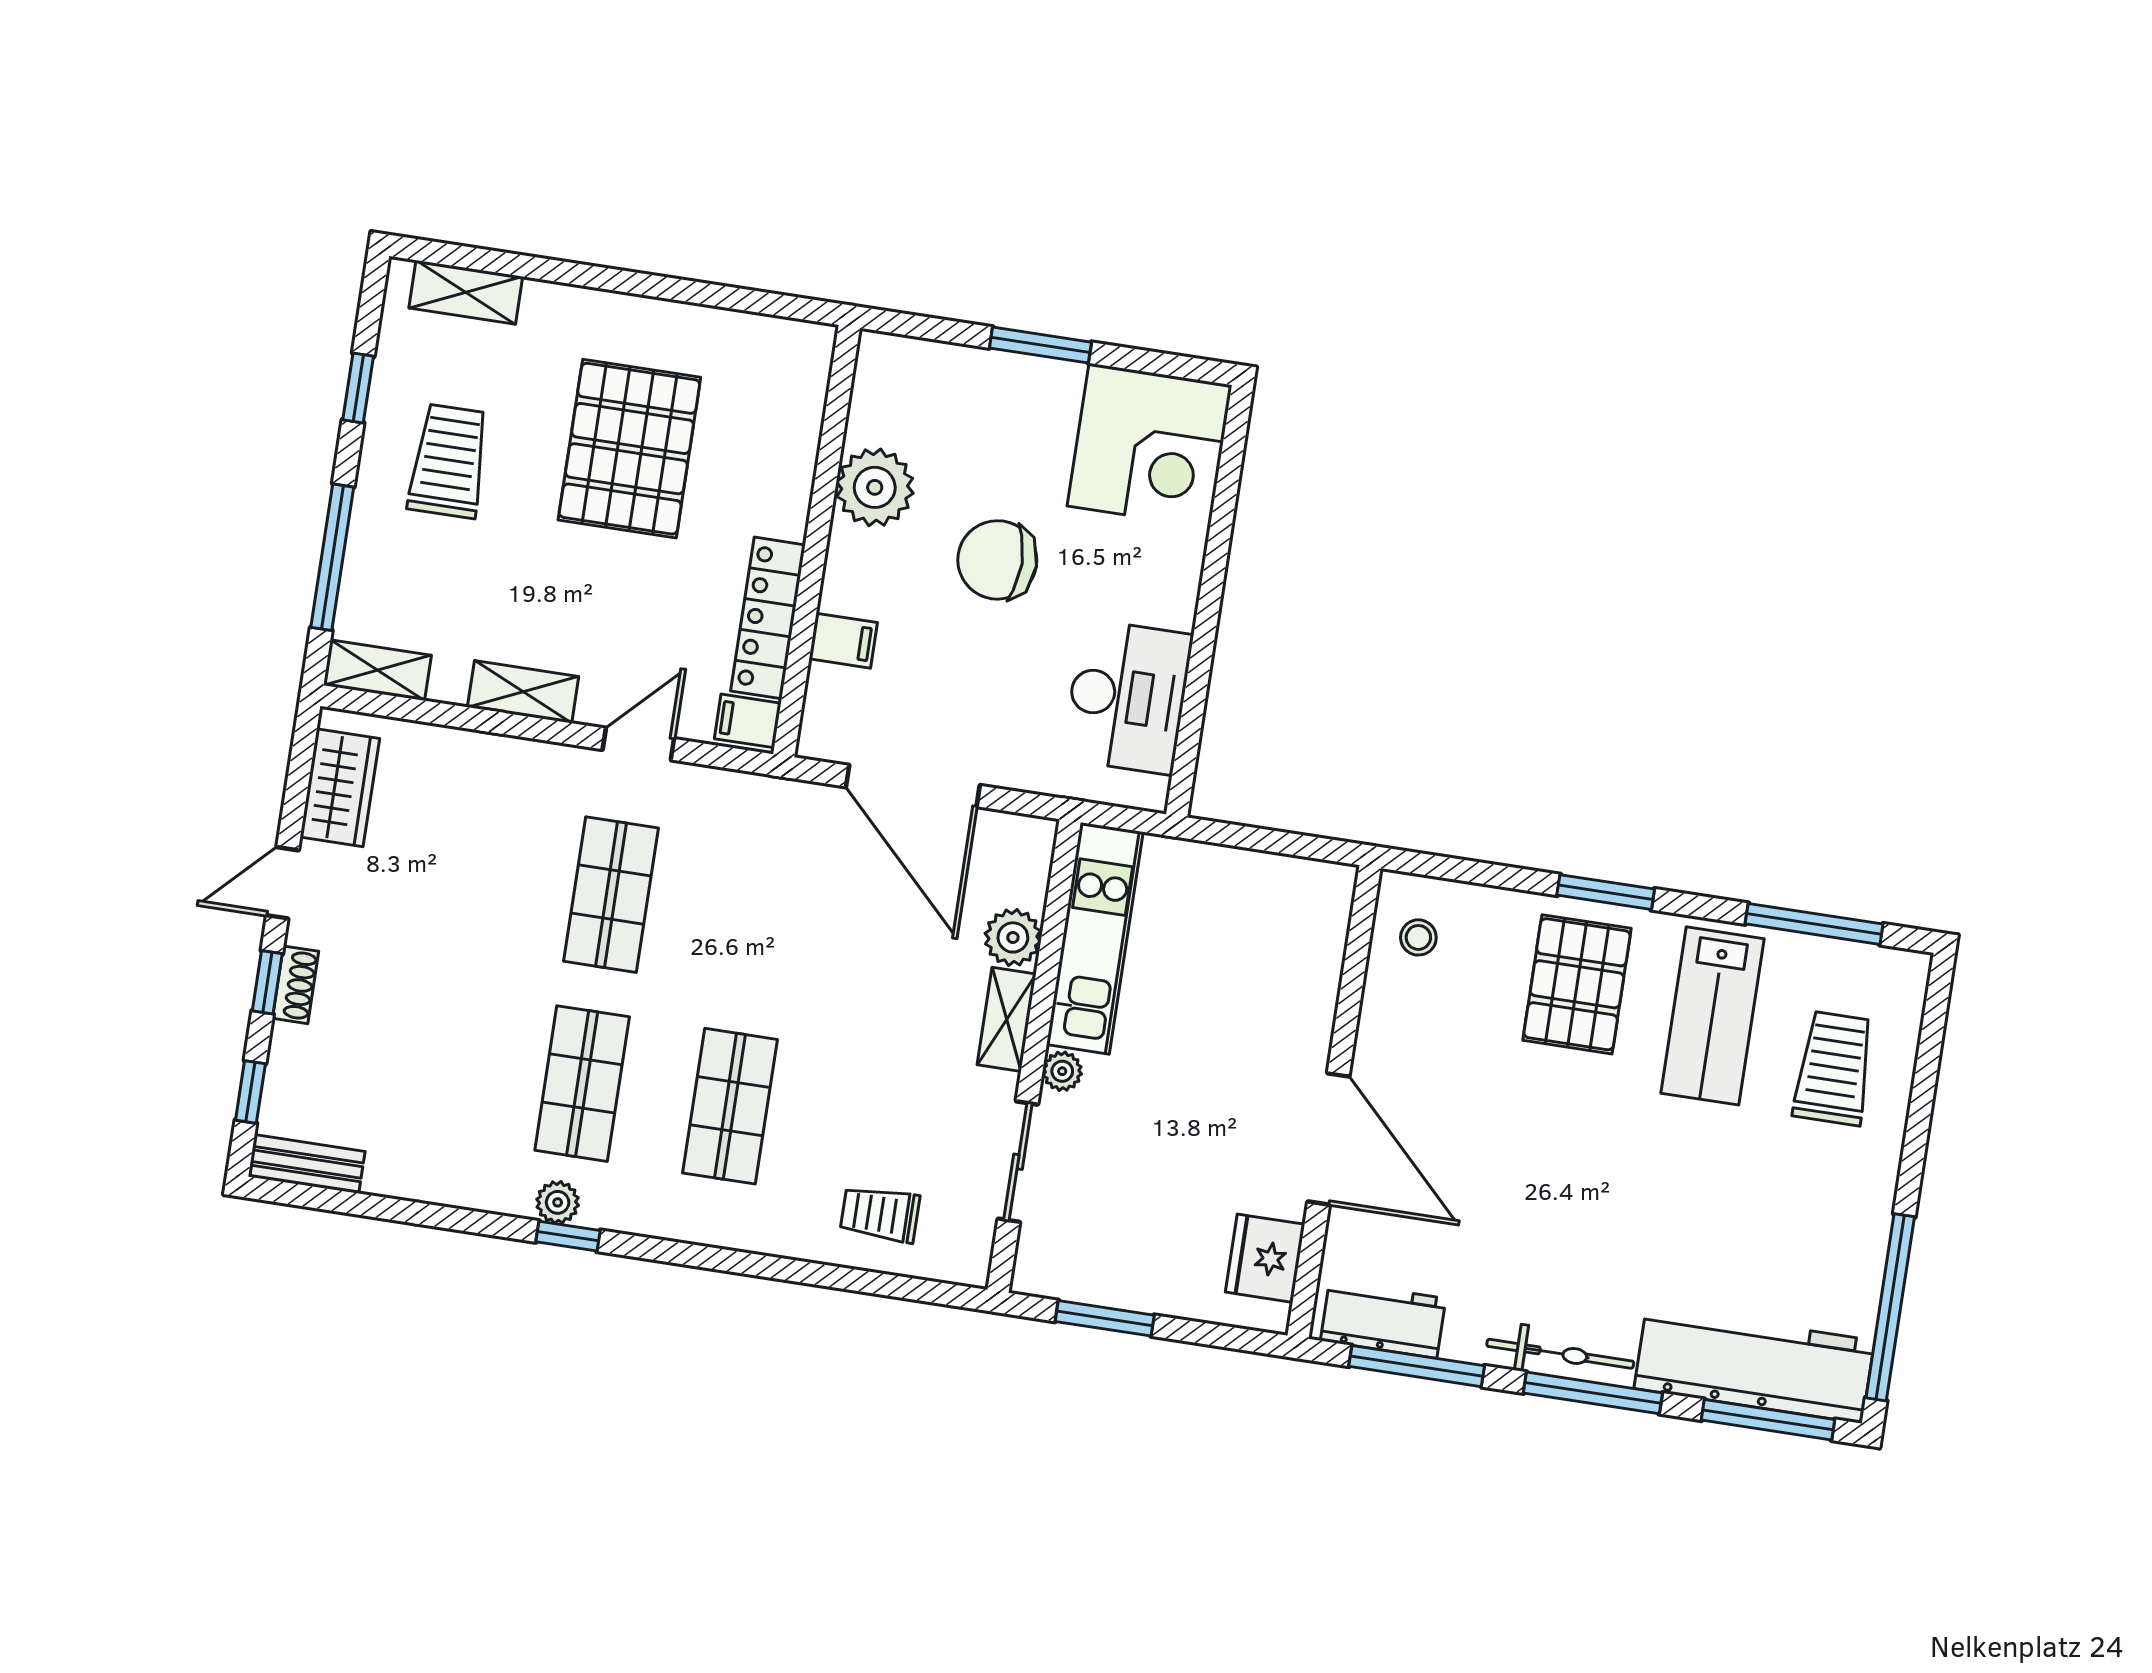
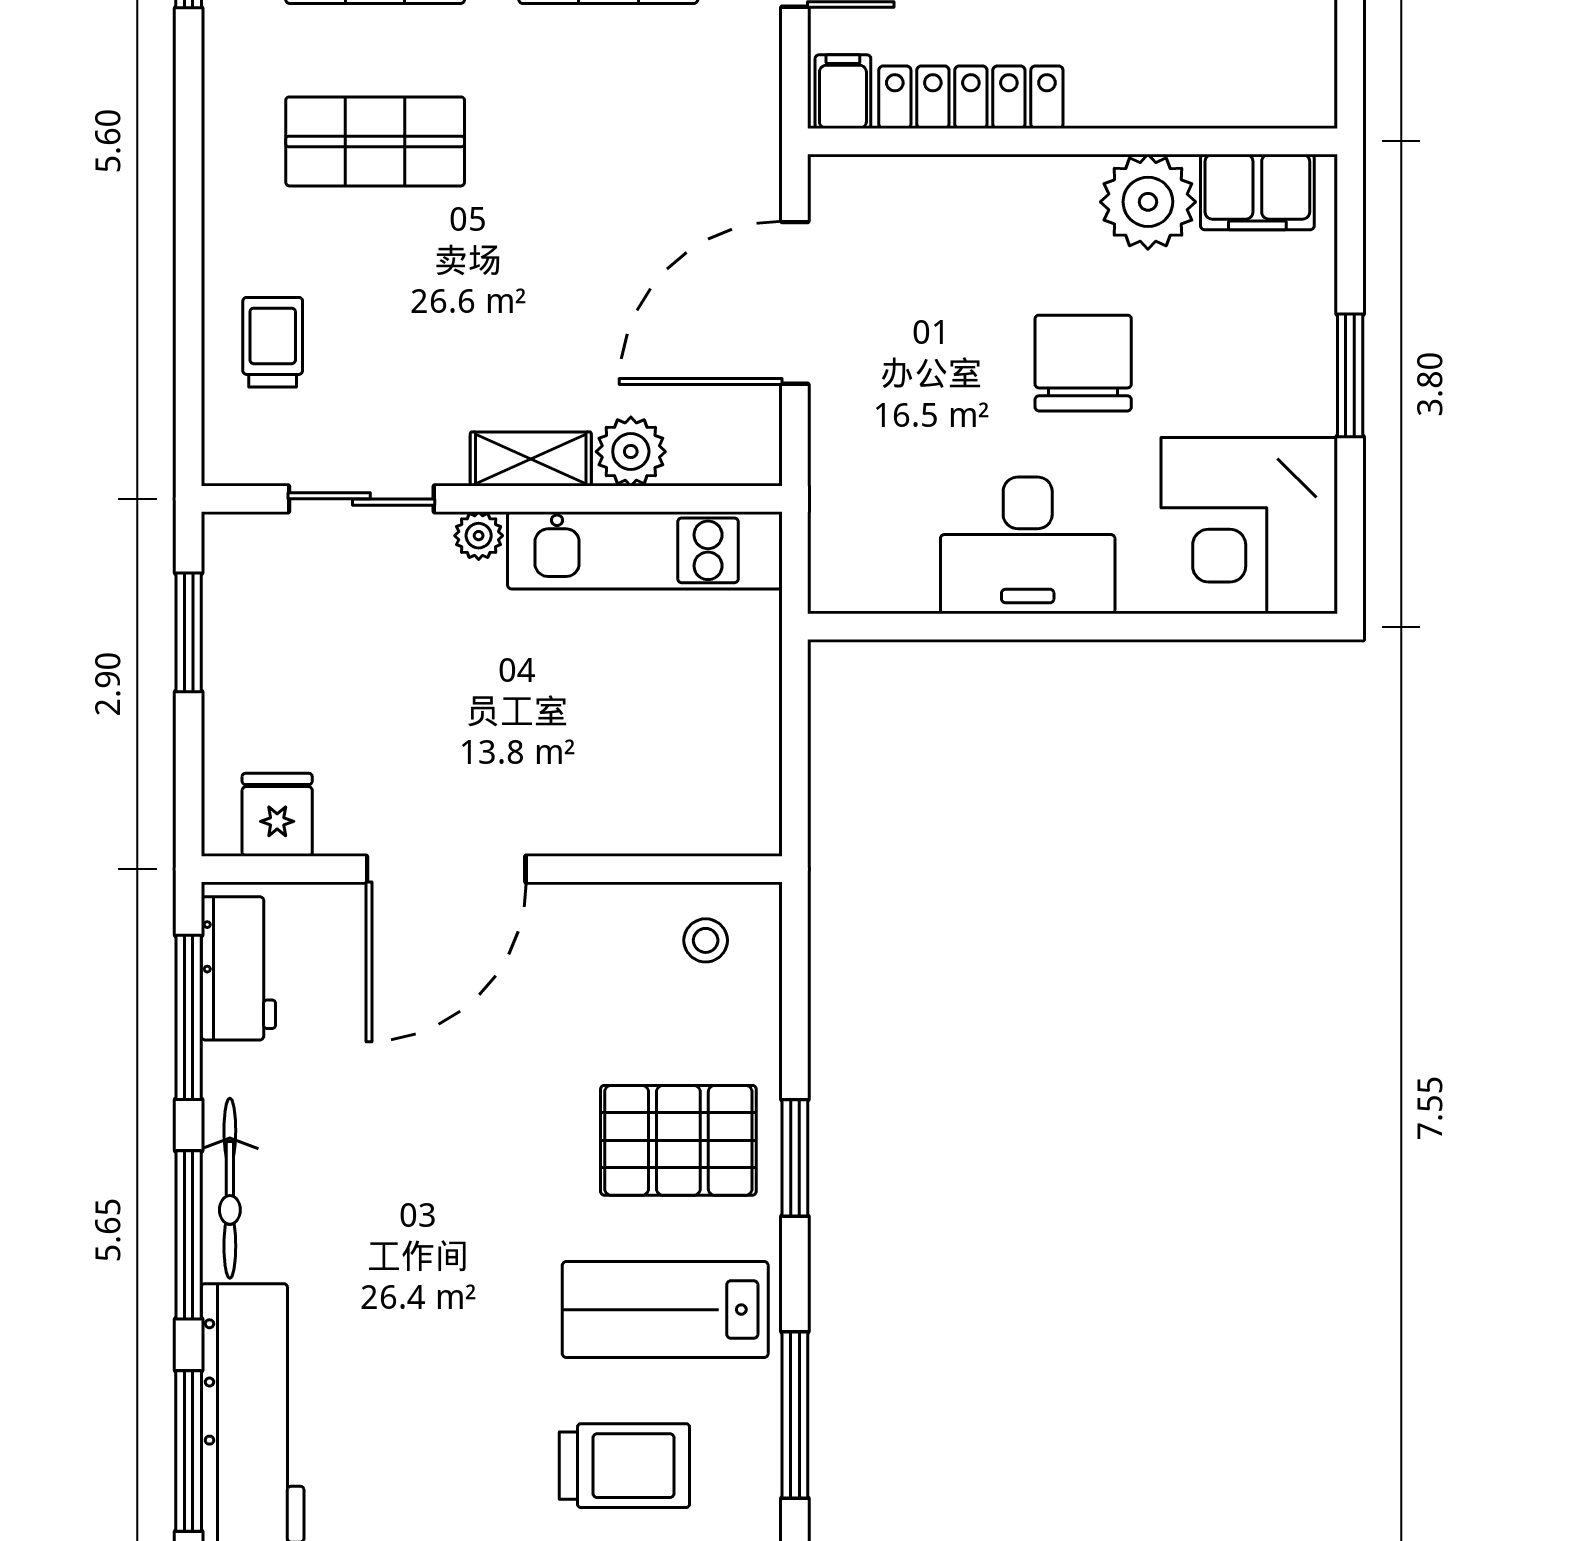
filing cabinet: (843, 641) -> (1257, 192), moved, width x2.00
desk: (1128, 697) -> (1028, 545), moved
fridge: (1265, 1258) -> (277, 815), width x0.72

